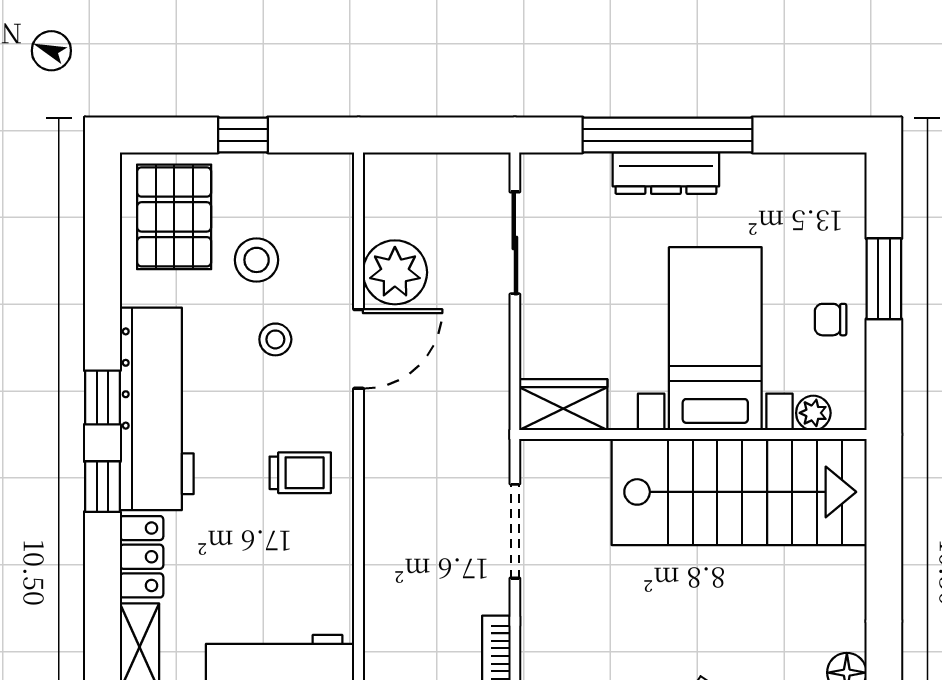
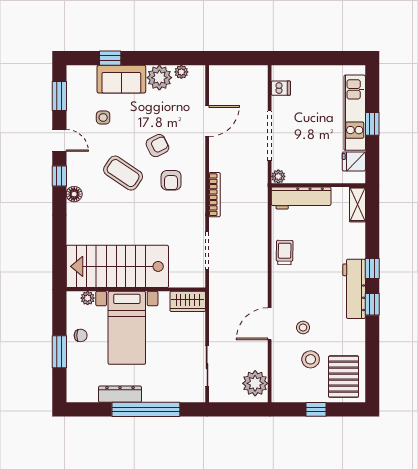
dresser: (666, 173) -> (120, 394), moved
plant: (395, 272) -> (255, 383), moved
workbench: (157, 409) -> (354, 289), width x0.73, depth x0.76
trolley: (300, 473) -> (285, 252), moved, turned 91
locker: (142, 557) -> (357, 240), removed

